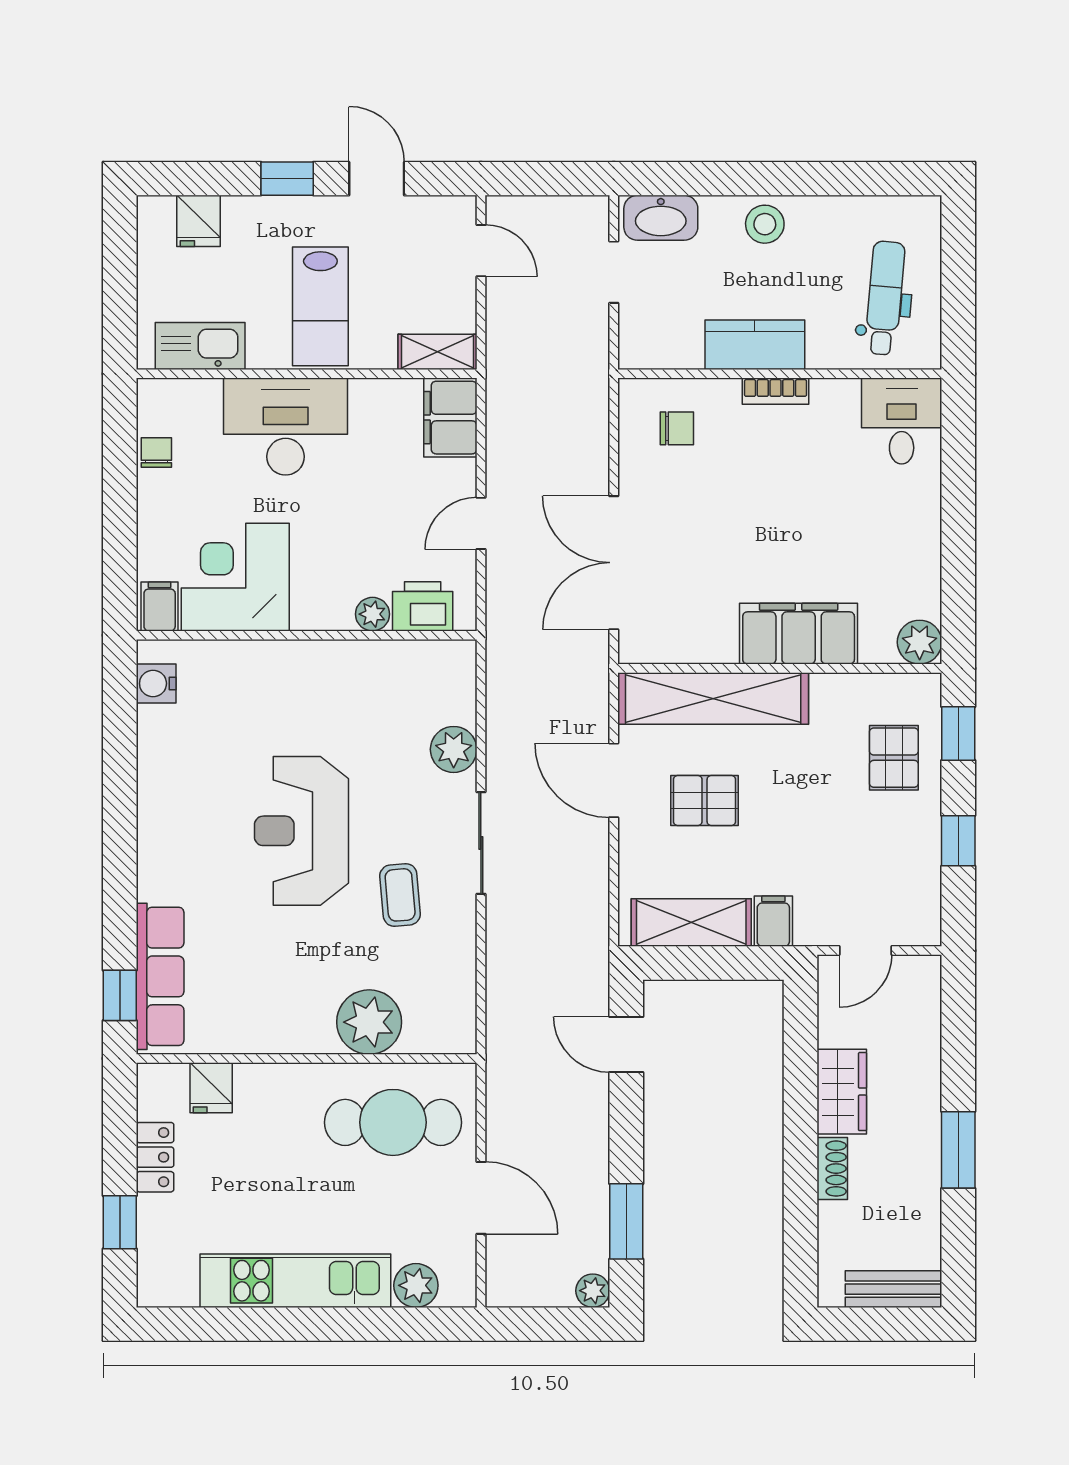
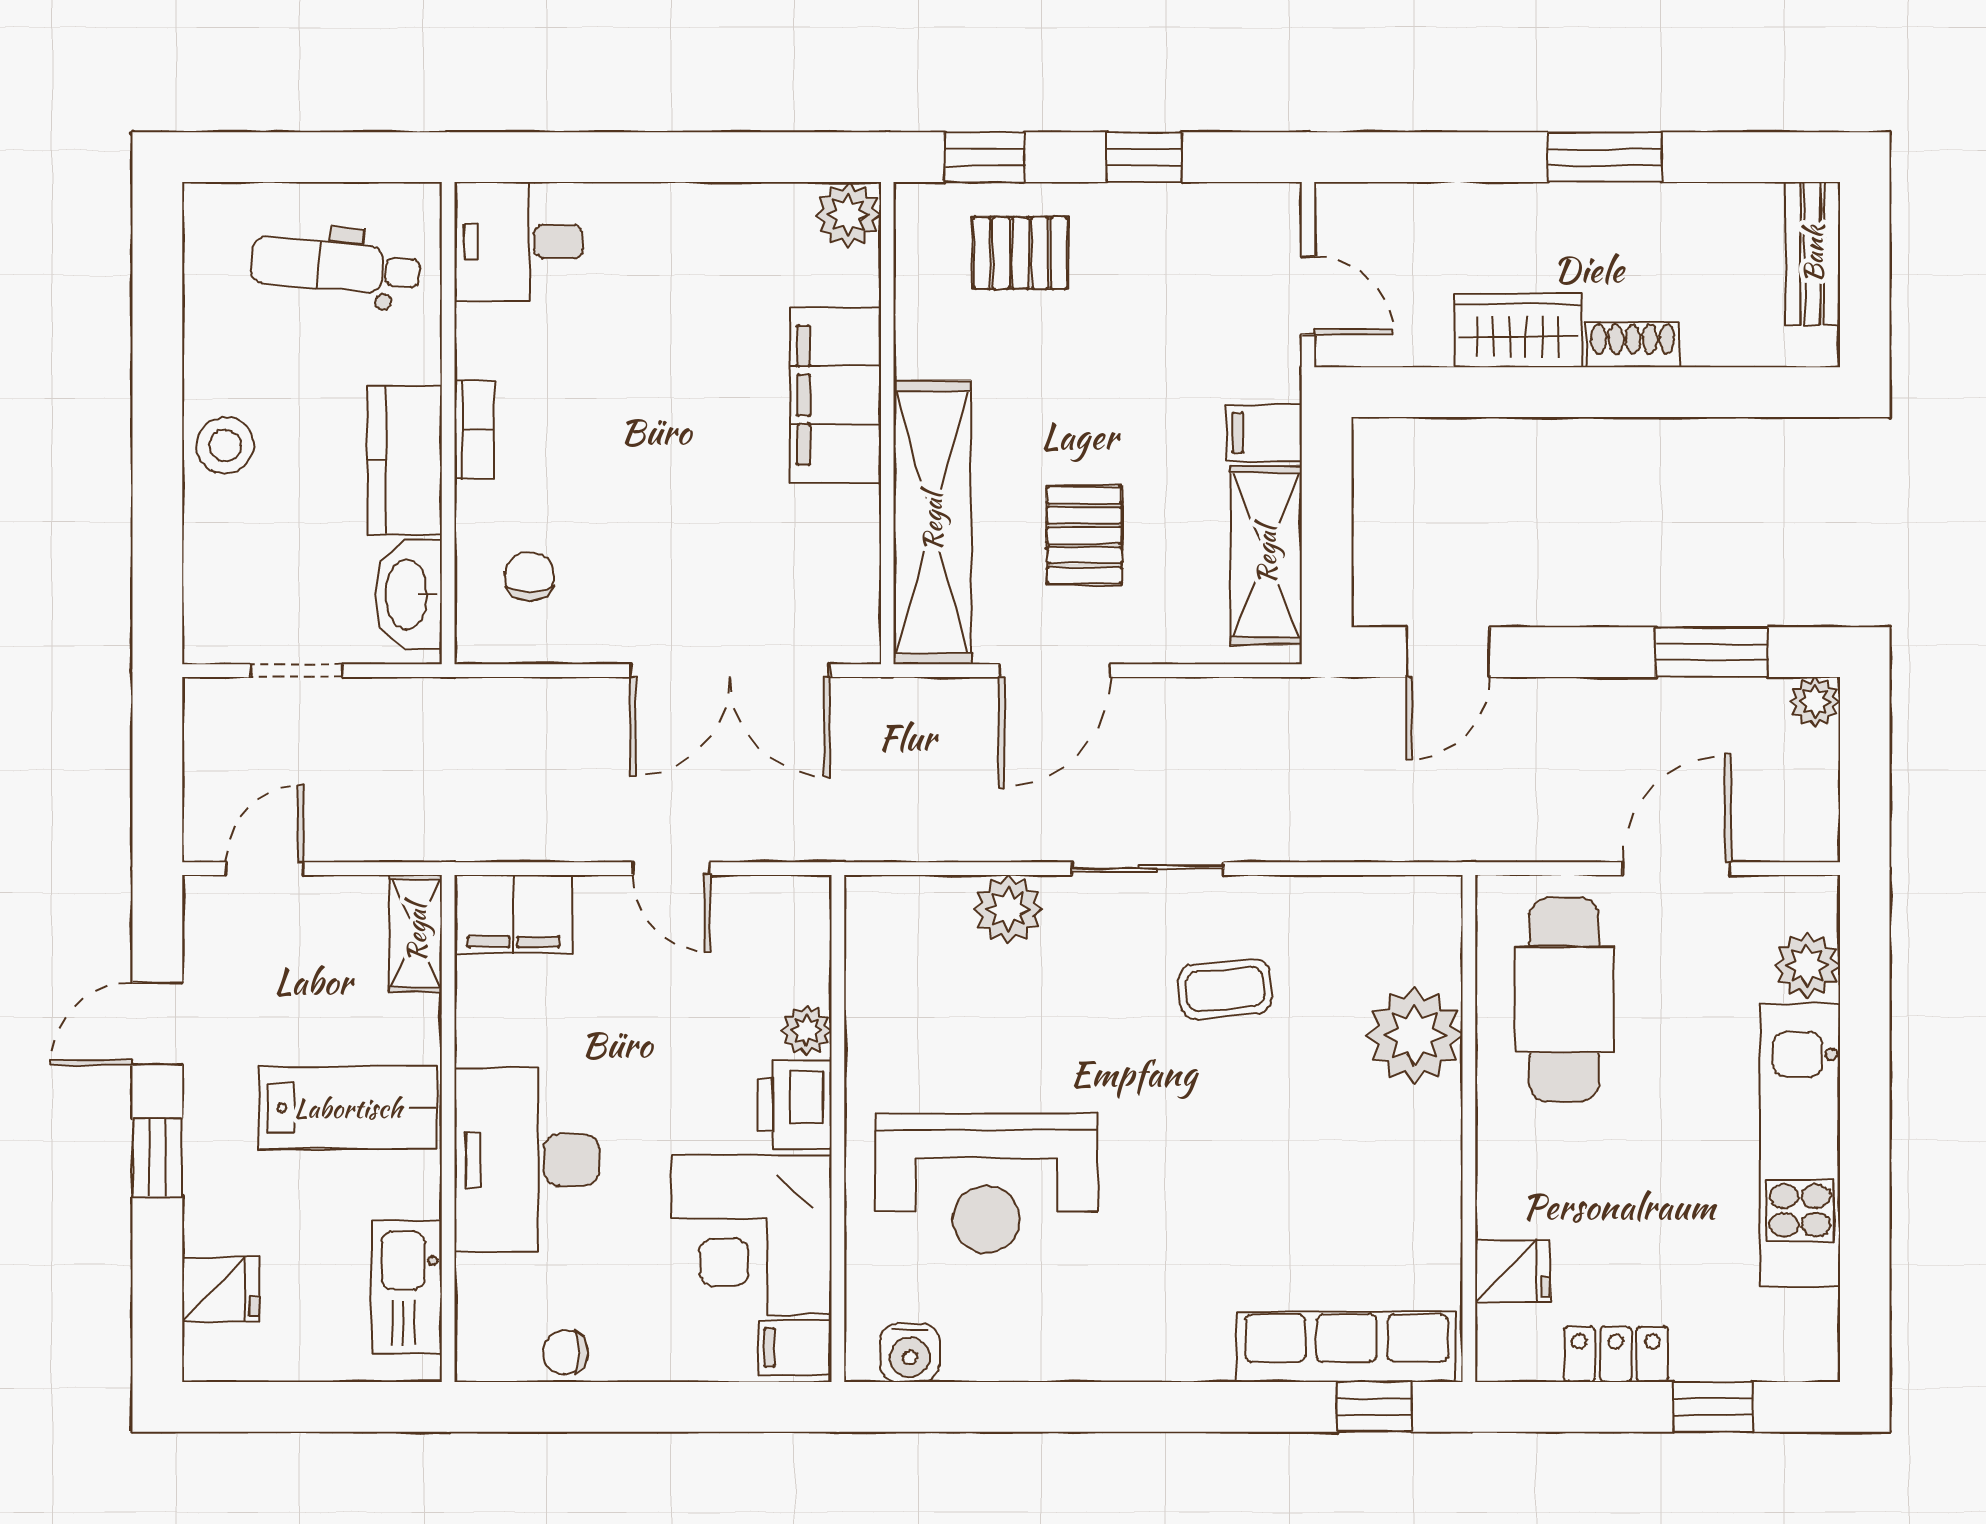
washbasin: (661, 218) -> (408, 594), moved, turned 180
printer: (423, 606) -> (795, 1105), moved
reception desk: (301, 831) -> (986, 1183), moved

